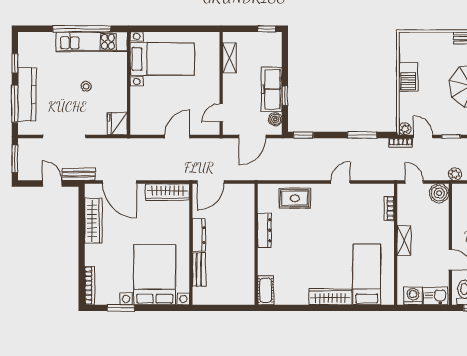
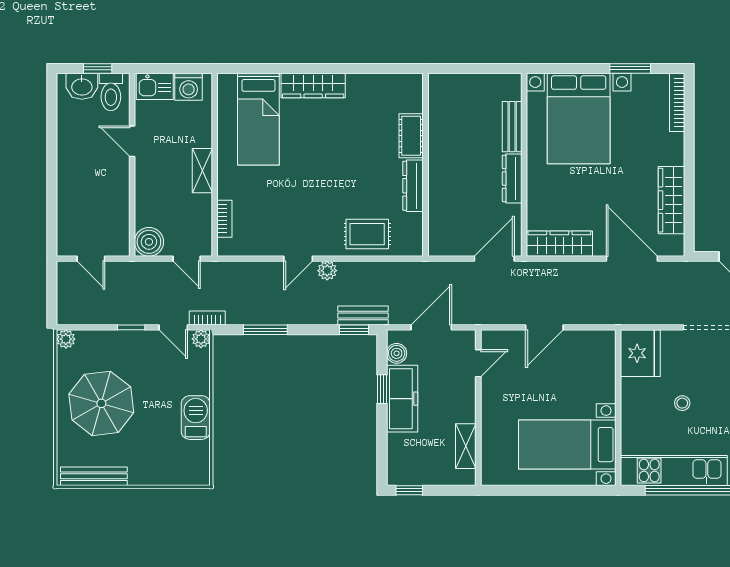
fridge: (117, 124) -> (640, 353), width x1.36, depth x1.34
bench: (79, 174) -> (363, 316), moved
plant: (455, 174) -> (327, 271), moved
cot: (266, 290) -> (411, 136), moved

